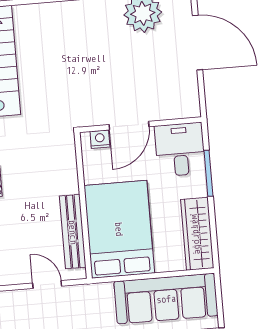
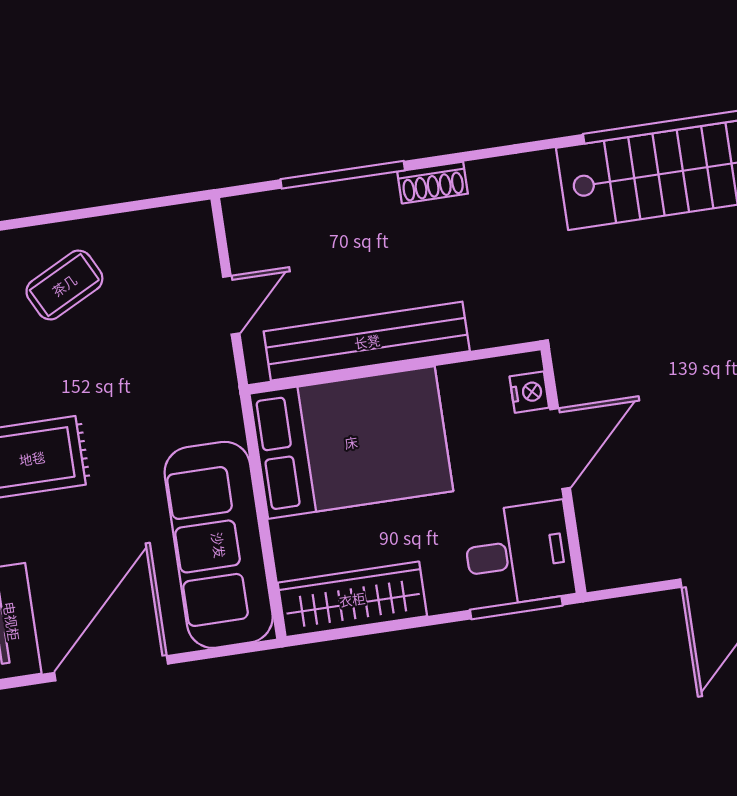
door: (129, 126) -> (560, 449), swing flipped
window: (208, 173) -> (516, 608), moved
bench: (73, 232) -> (367, 341), width x1.37, depth x1.21

